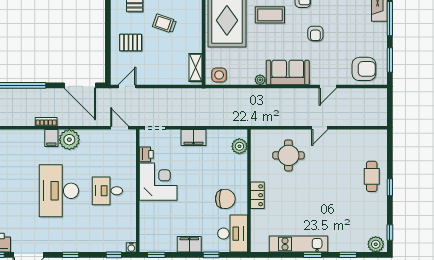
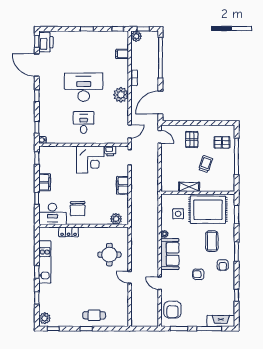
shelving: (196, 67) -> (189, 187), moved
side table: (219, 75) -> (178, 214), moved
filing cabinet: (51, 138) -> (122, 54), moved
locker: (257, 195) -> (69, 232), moved

